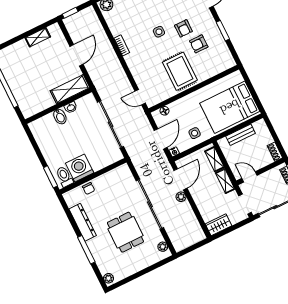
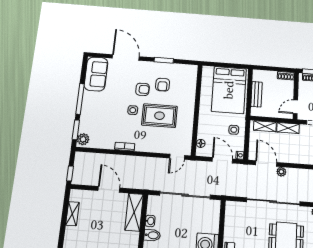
rug: (180, 71) -> (159, 116), moved

